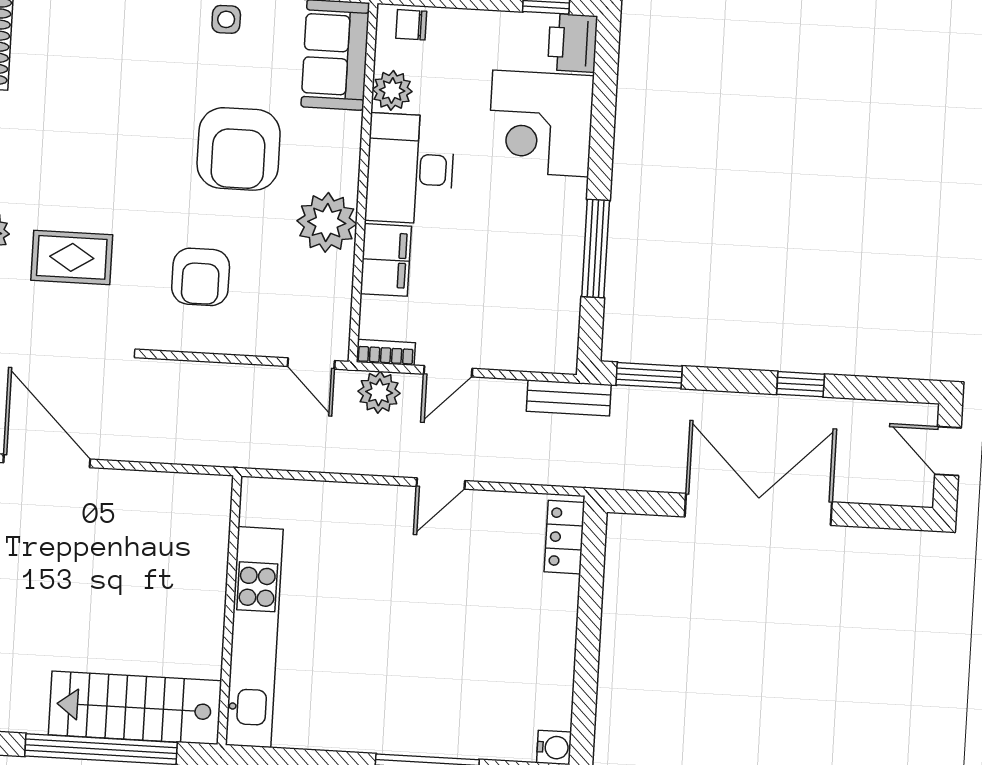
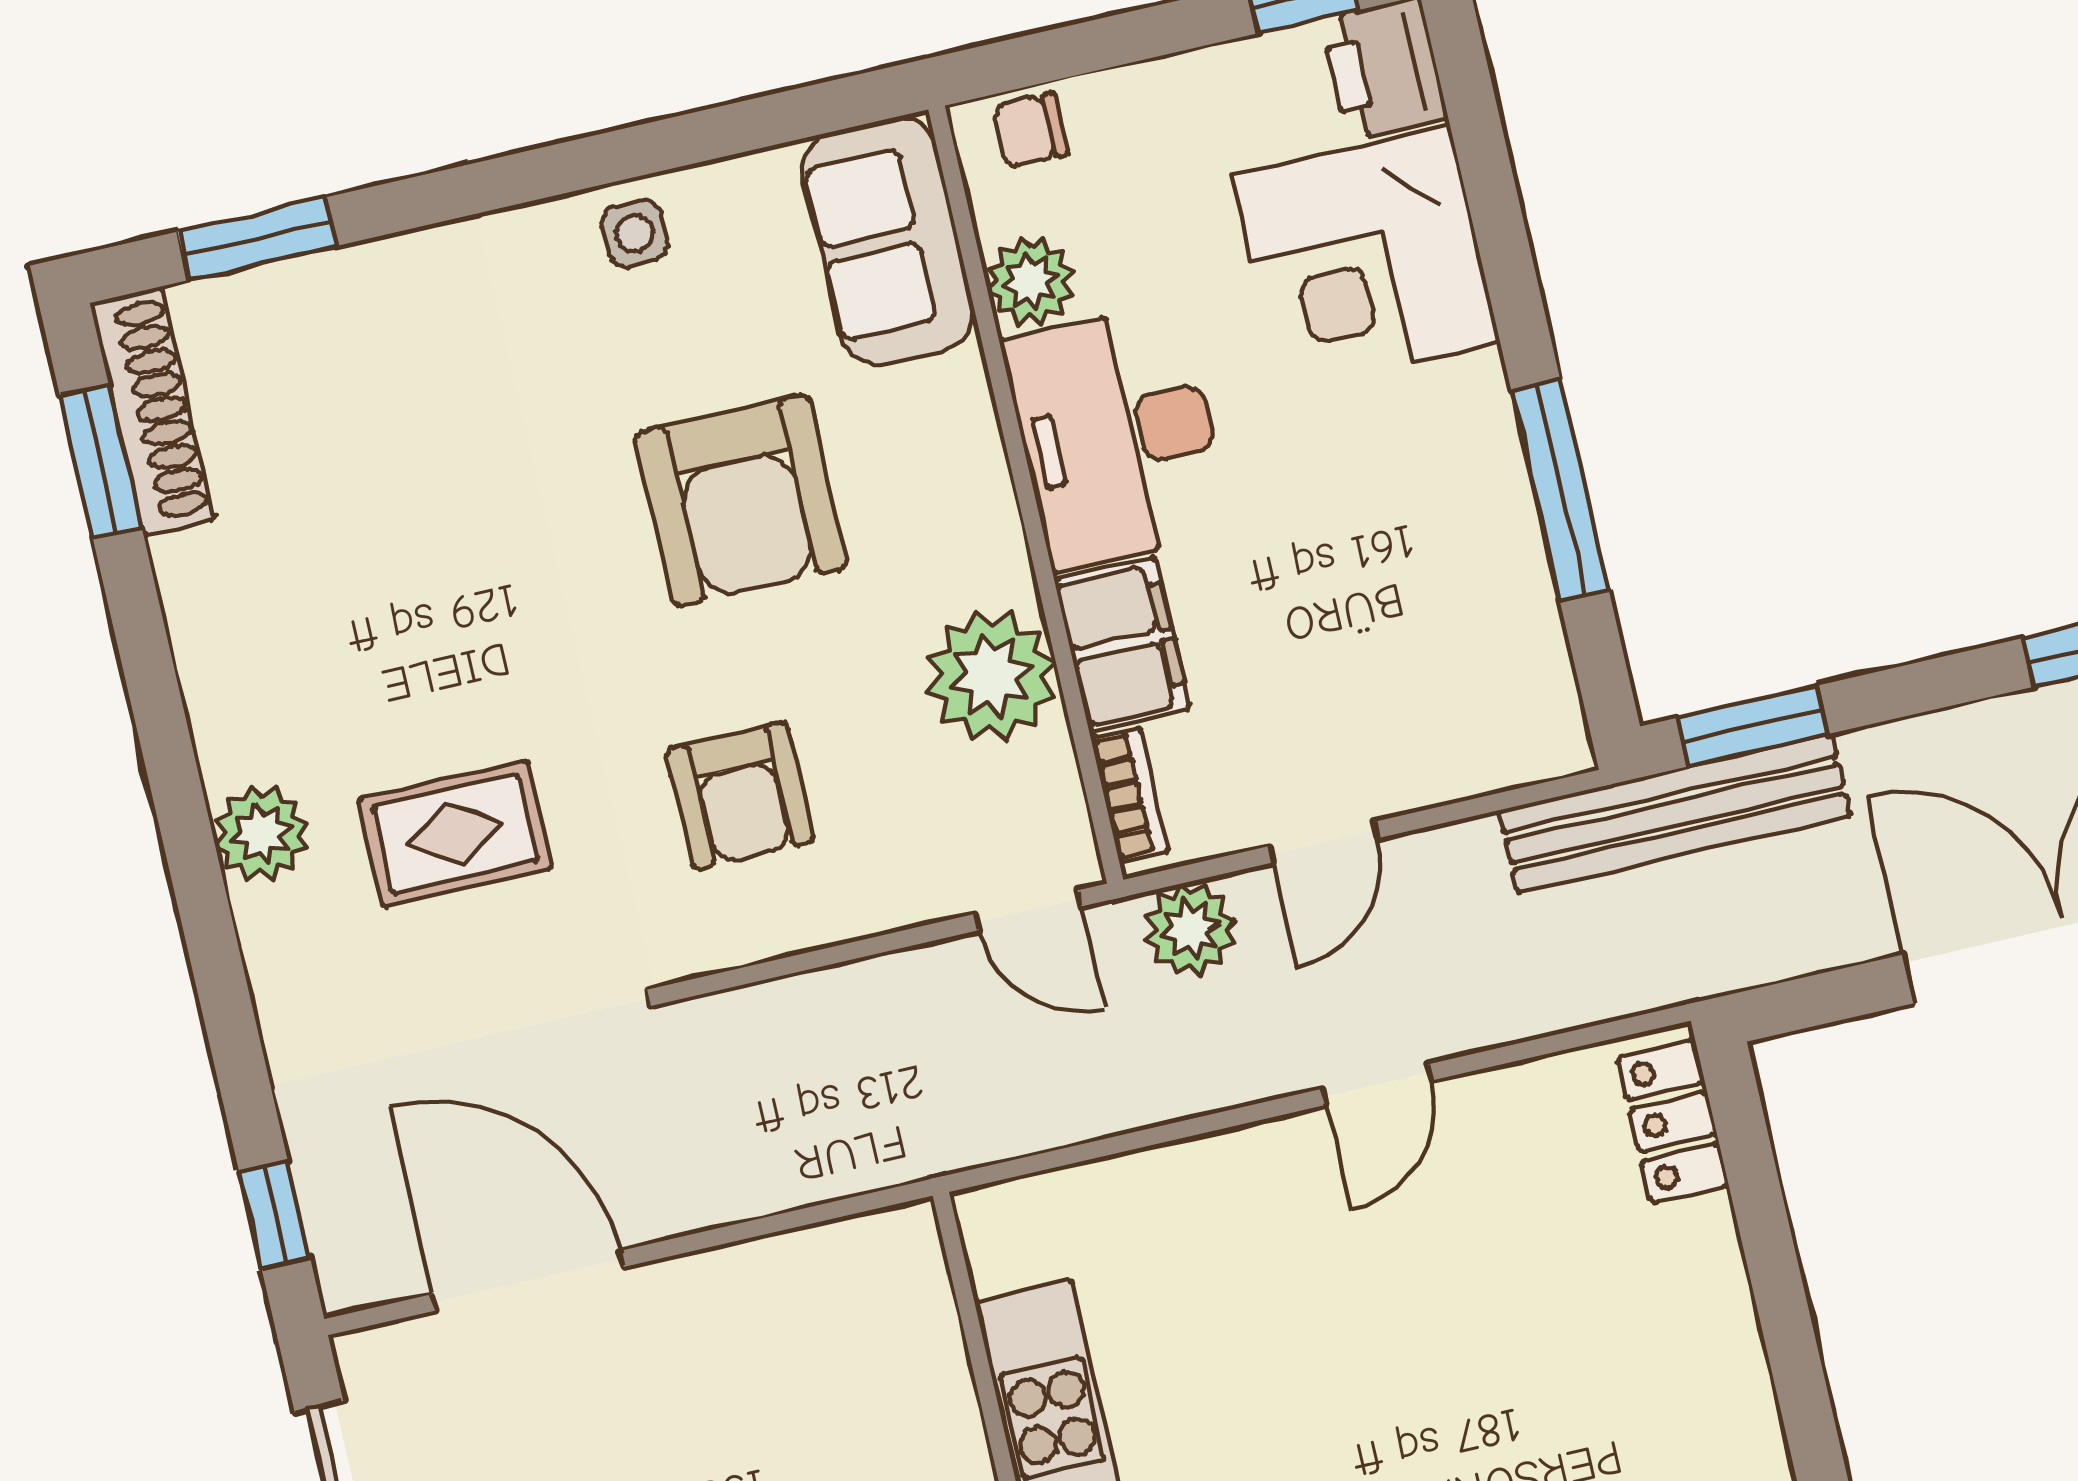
plant: (327, 222) -> (991, 676), moved
bookcase: (386, 352) -> (1130, 795), moved, turned 90
bench: (569, 398) -> (1675, 813), width x1.86, depth x1.21

